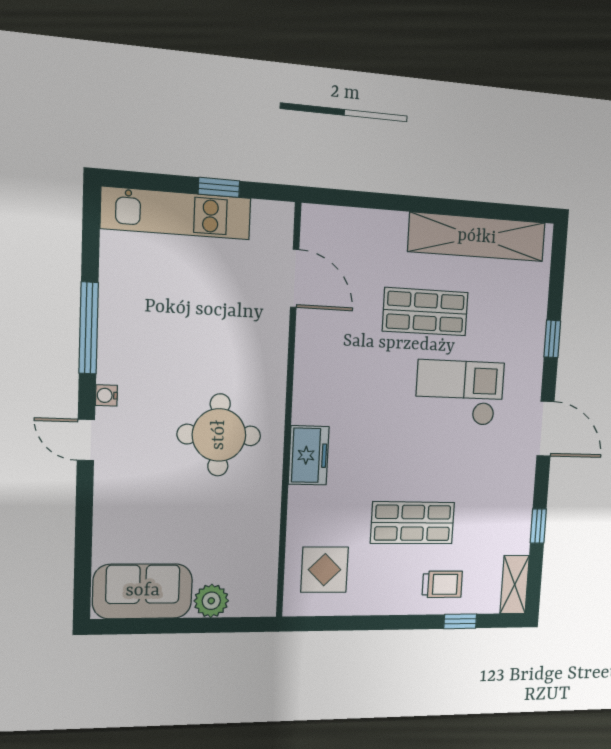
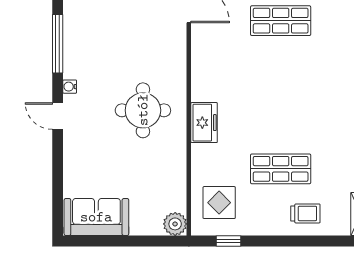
checkout: (460, 393) -> (309, 76), removed
plant: (211, 601) -> (175, 224), moved
window: (460, 621) -> (229, 241), moved

